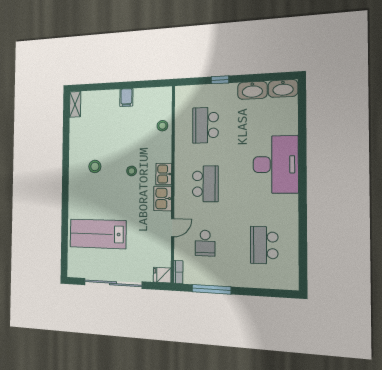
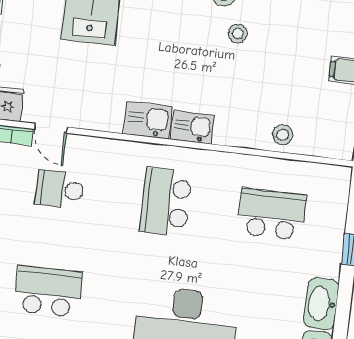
stool: (132, 171) -> (238, 34), moved
school desk: (205, 184) -> (166, 202), turned 90
door: (173, 228) -> (51, 128), moved

